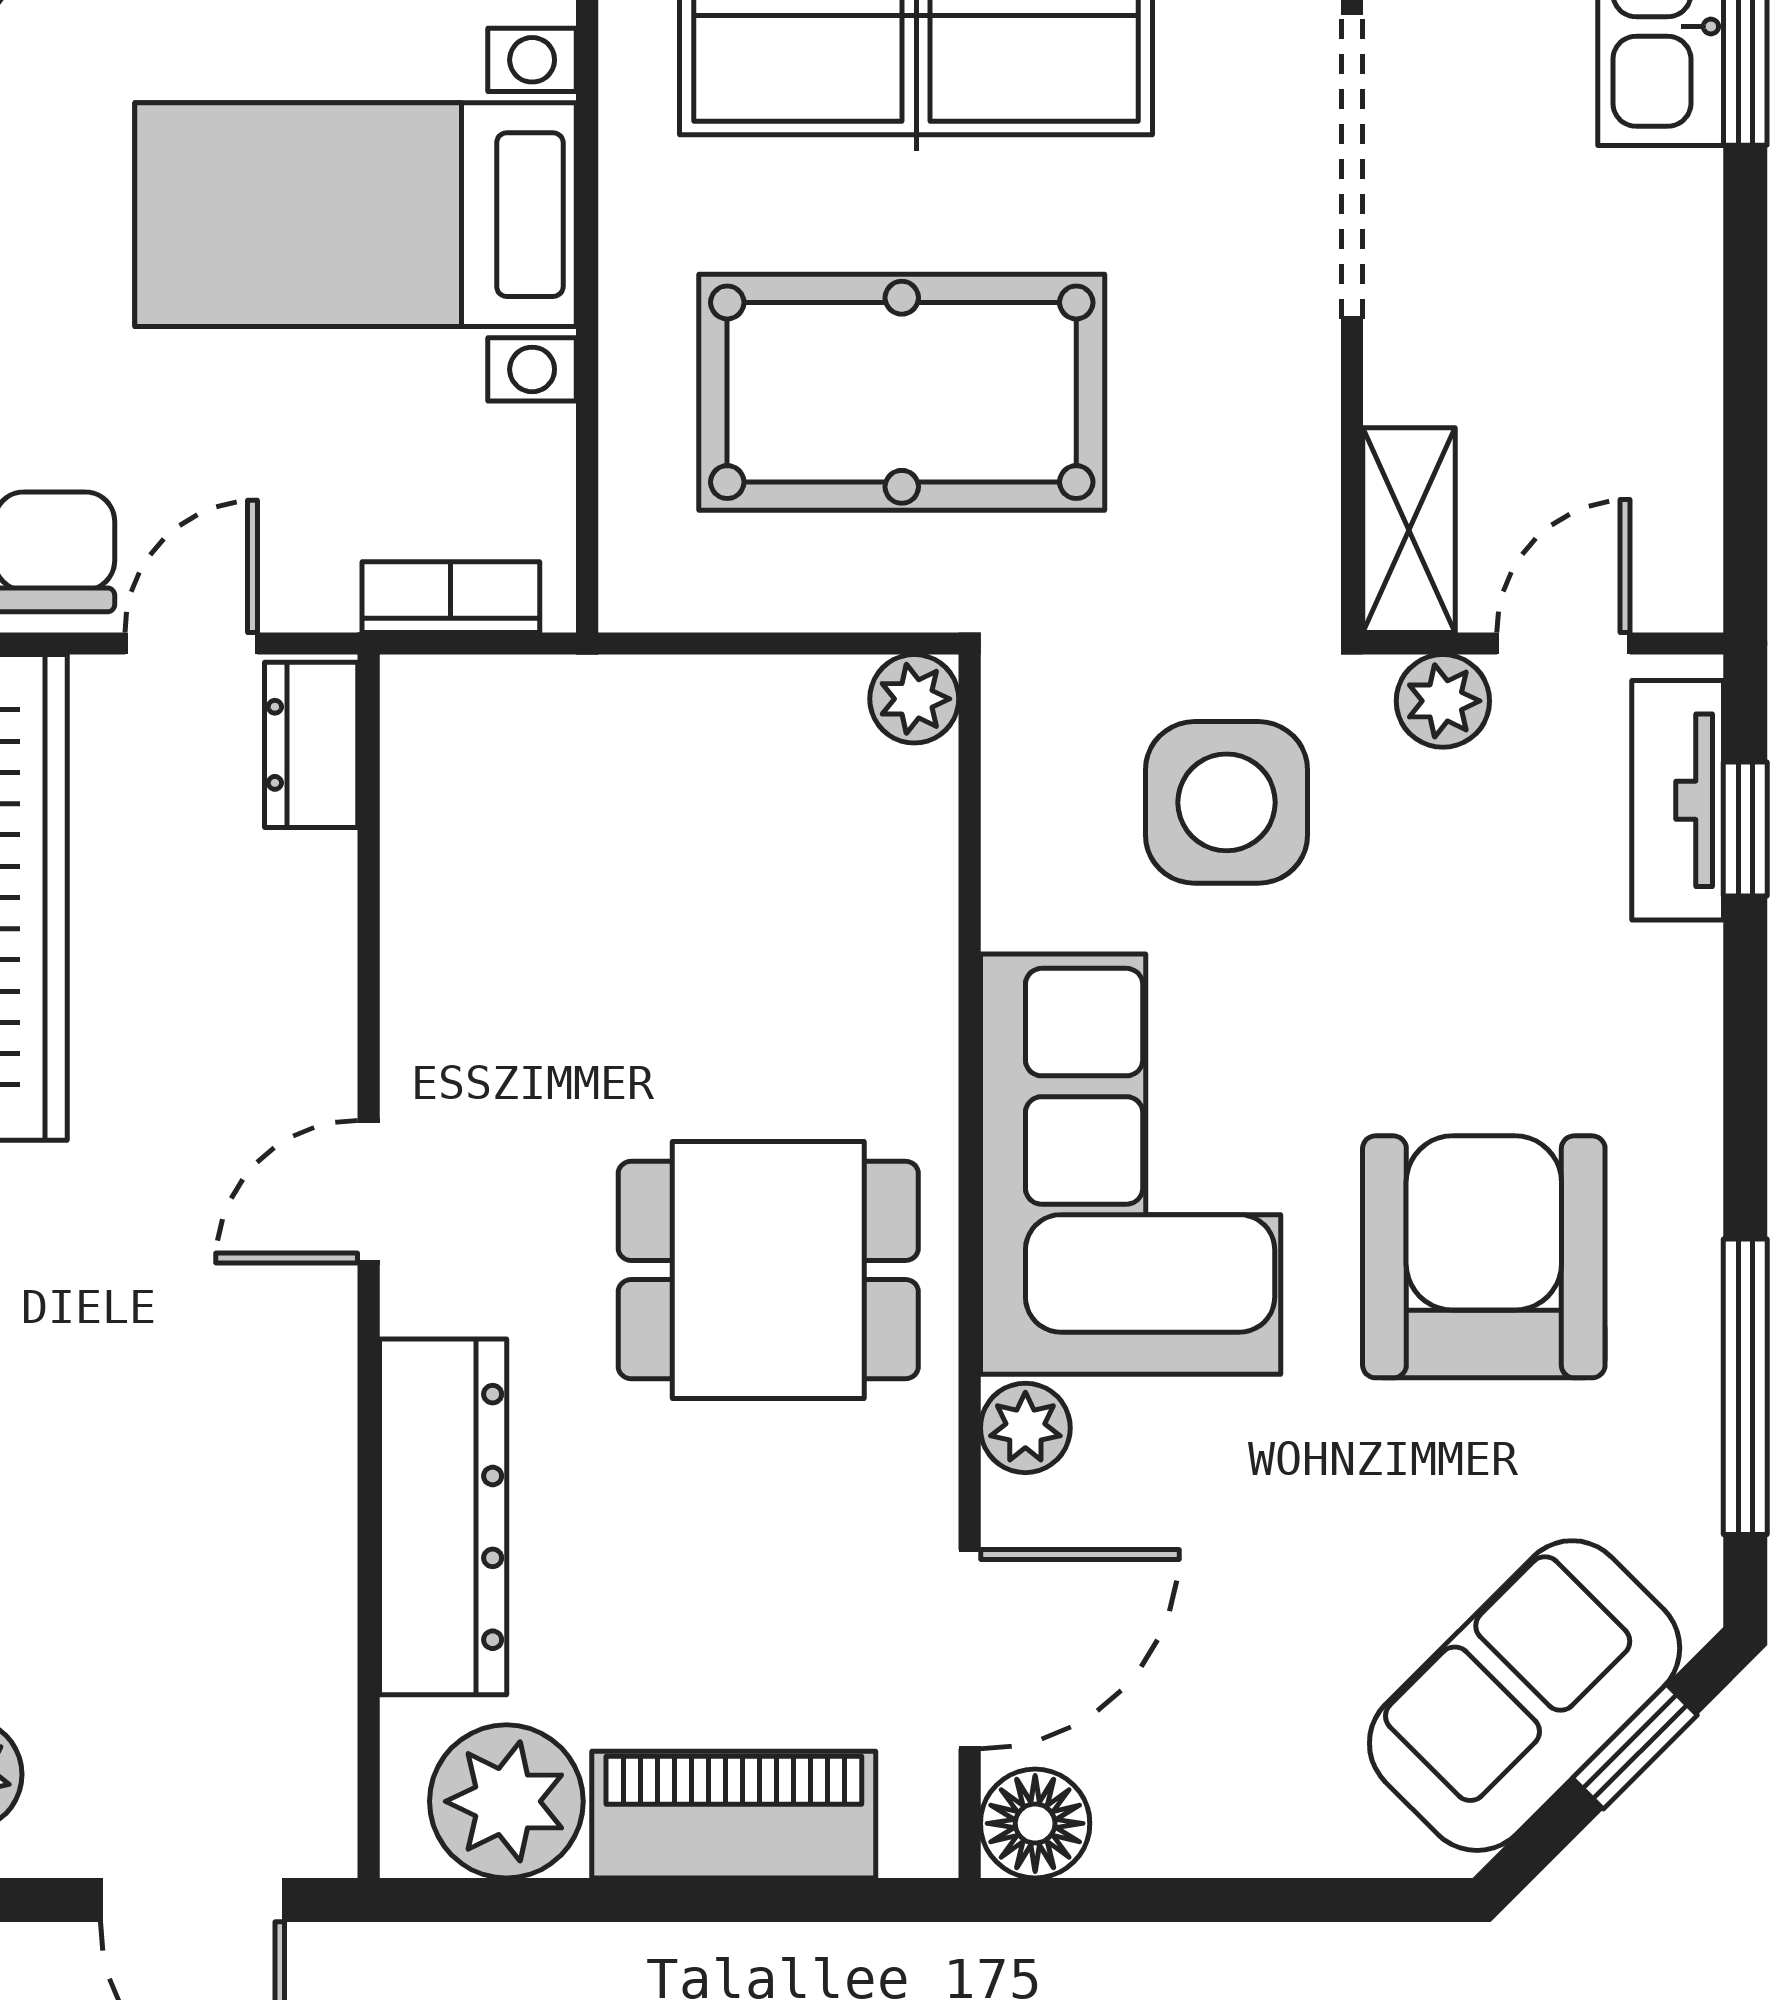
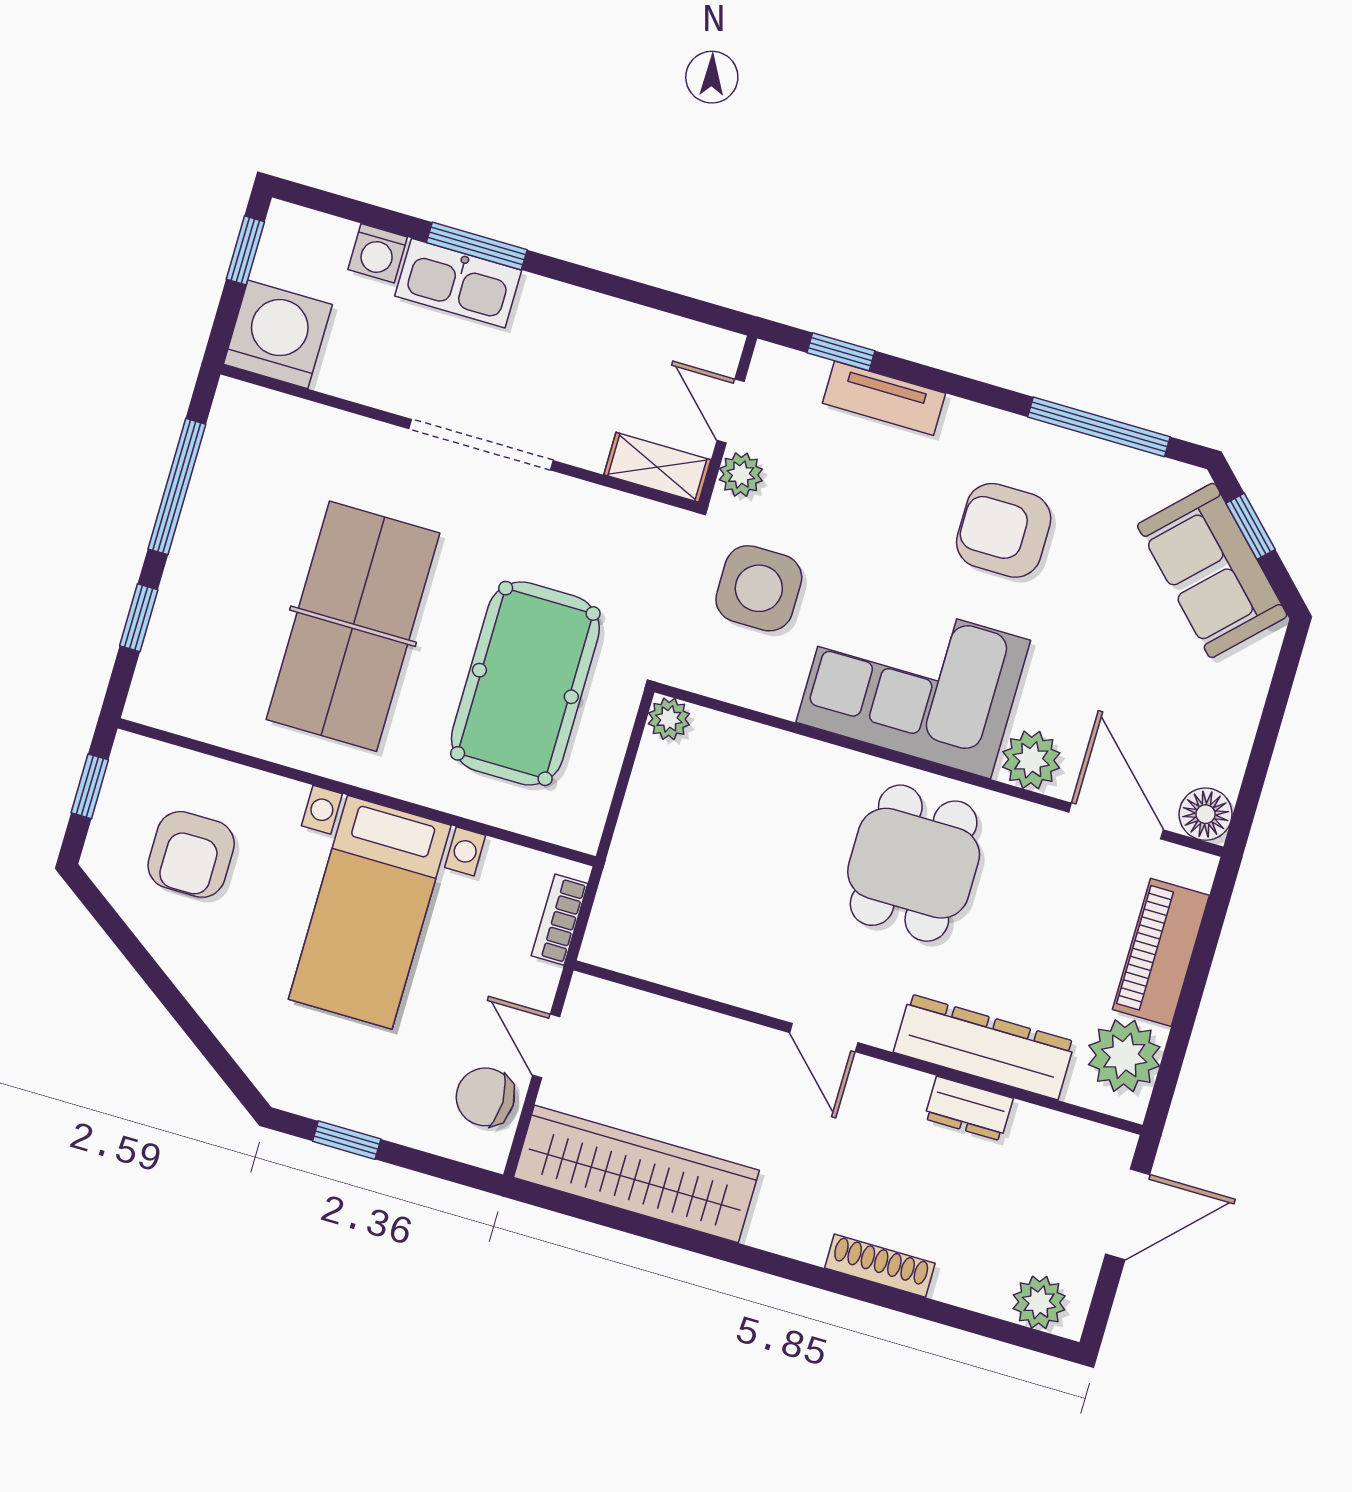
dresser: (311, 745) -> (969, 1109), moved
tv unit: (1678, 800) -> (884, 398), moved
armchair: (1484, 1257) -> (1004, 530), width x0.73, depth x0.73
plant: (1025, 1428) -> (1031, 760), width x1.38, depth x1.38

